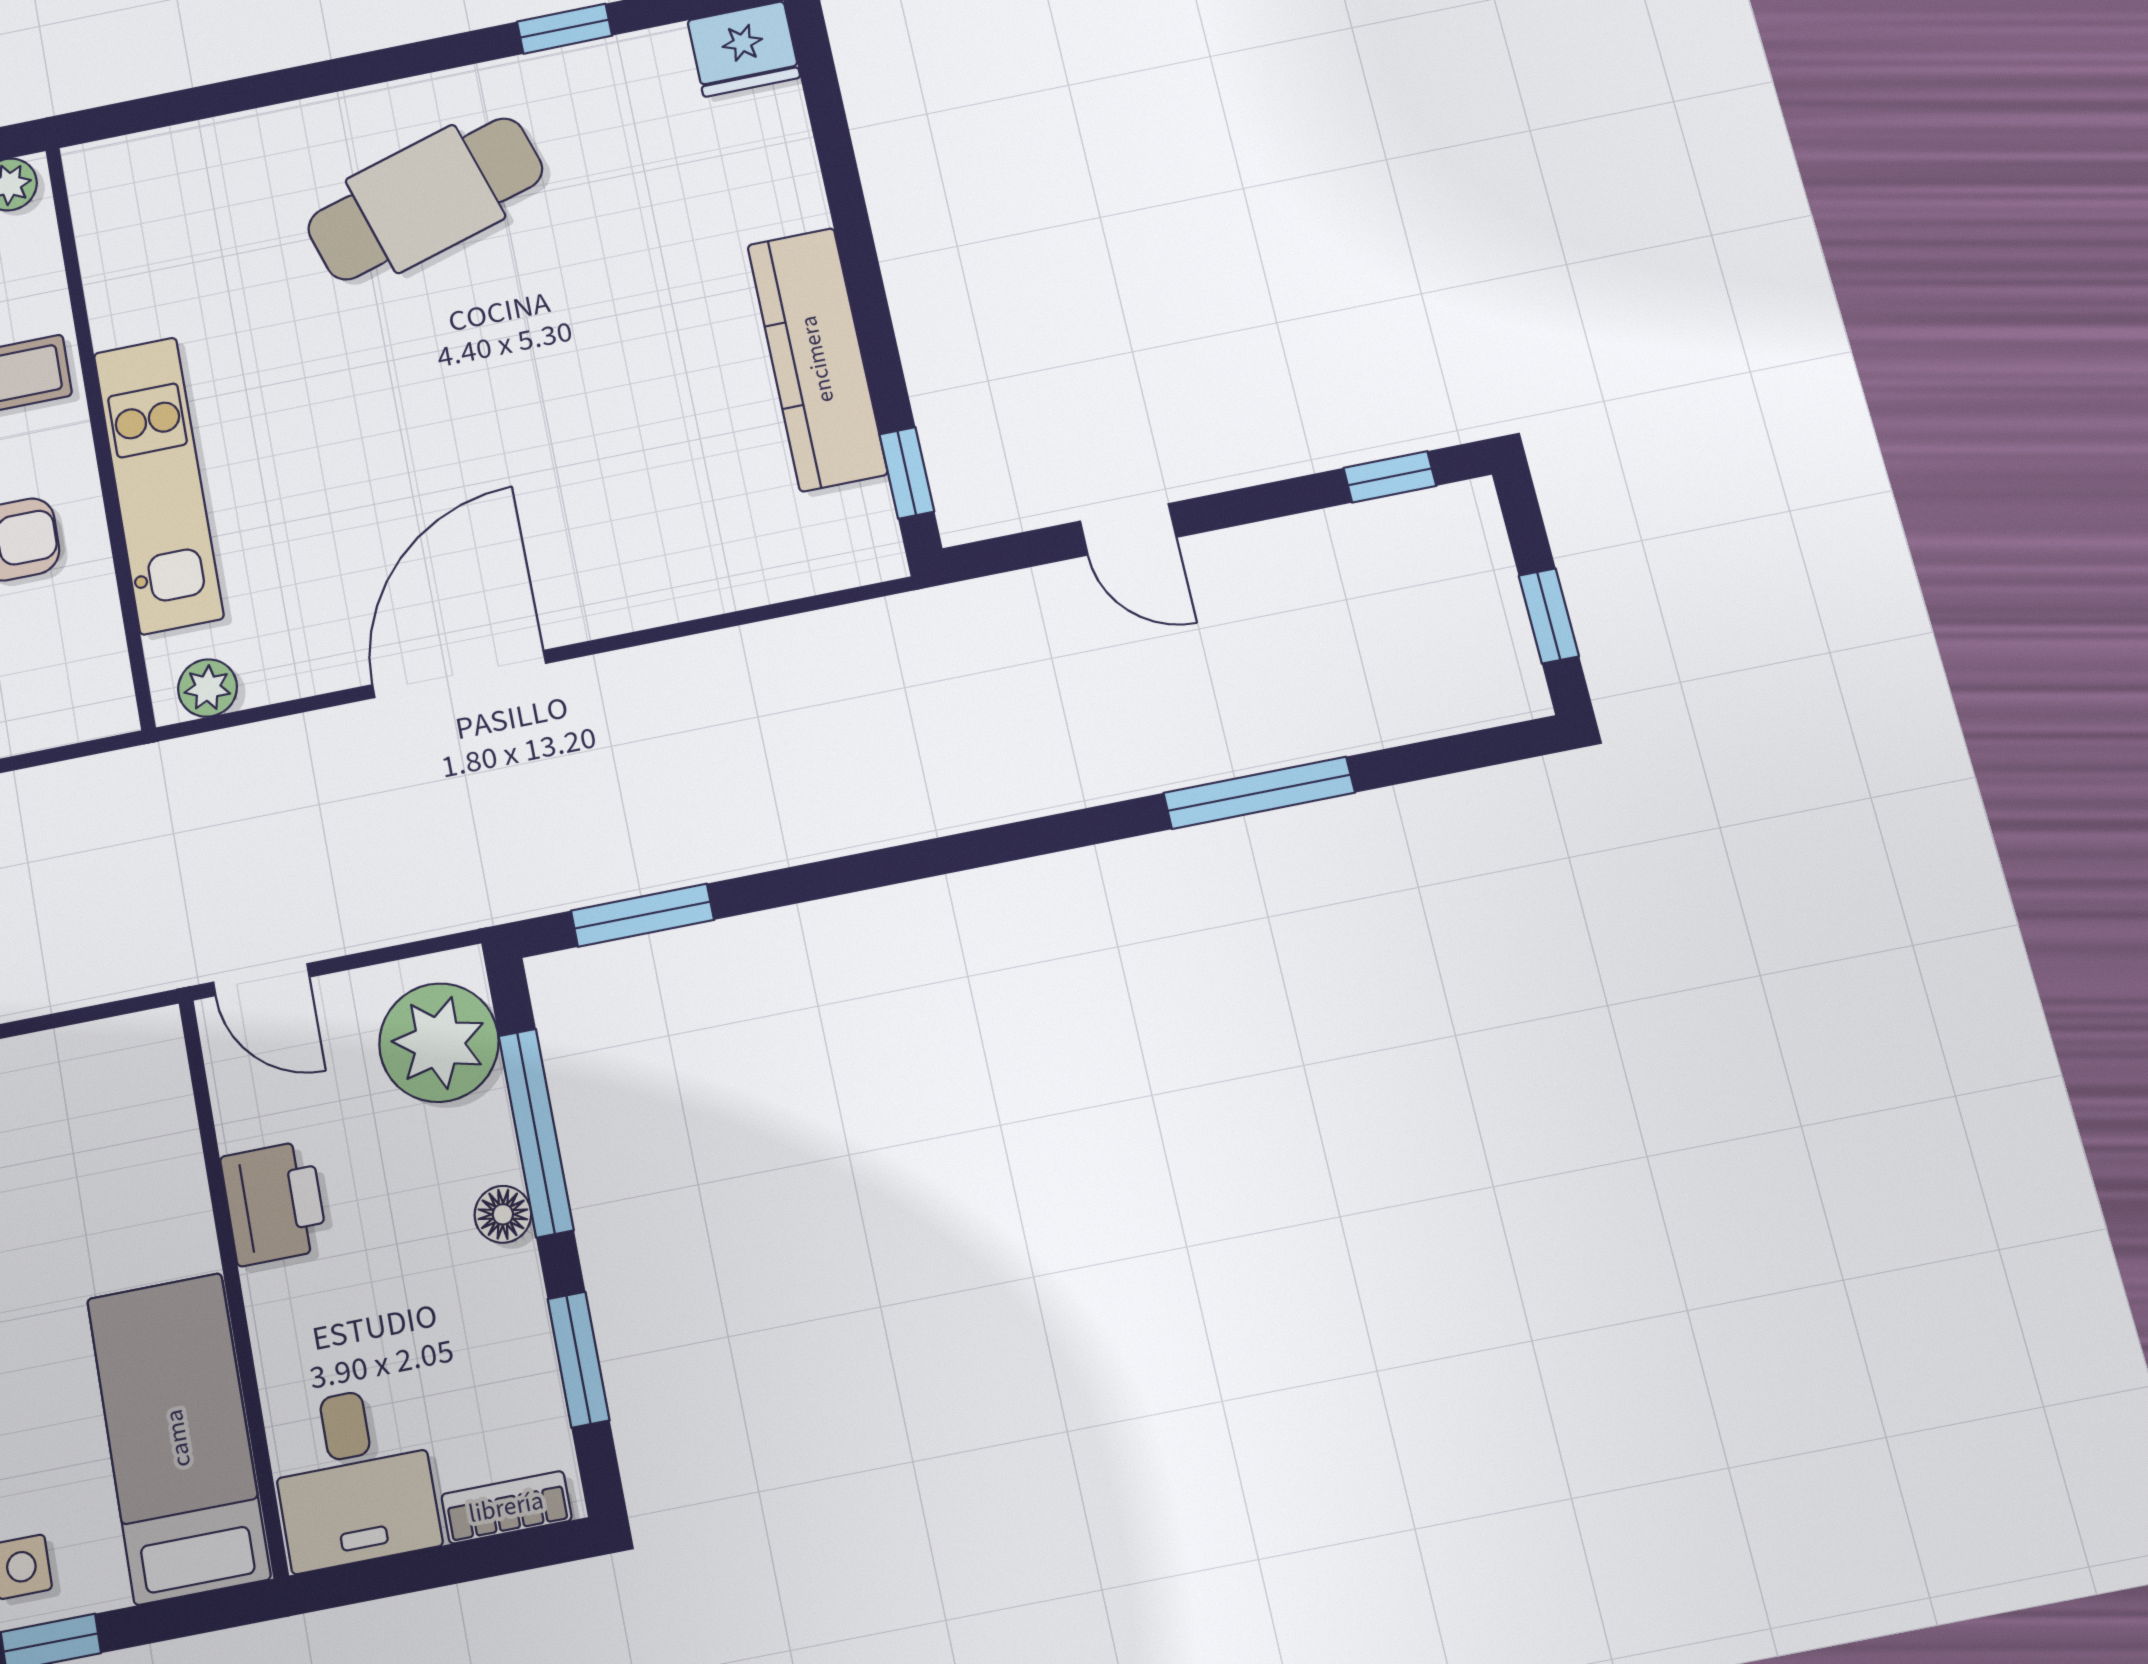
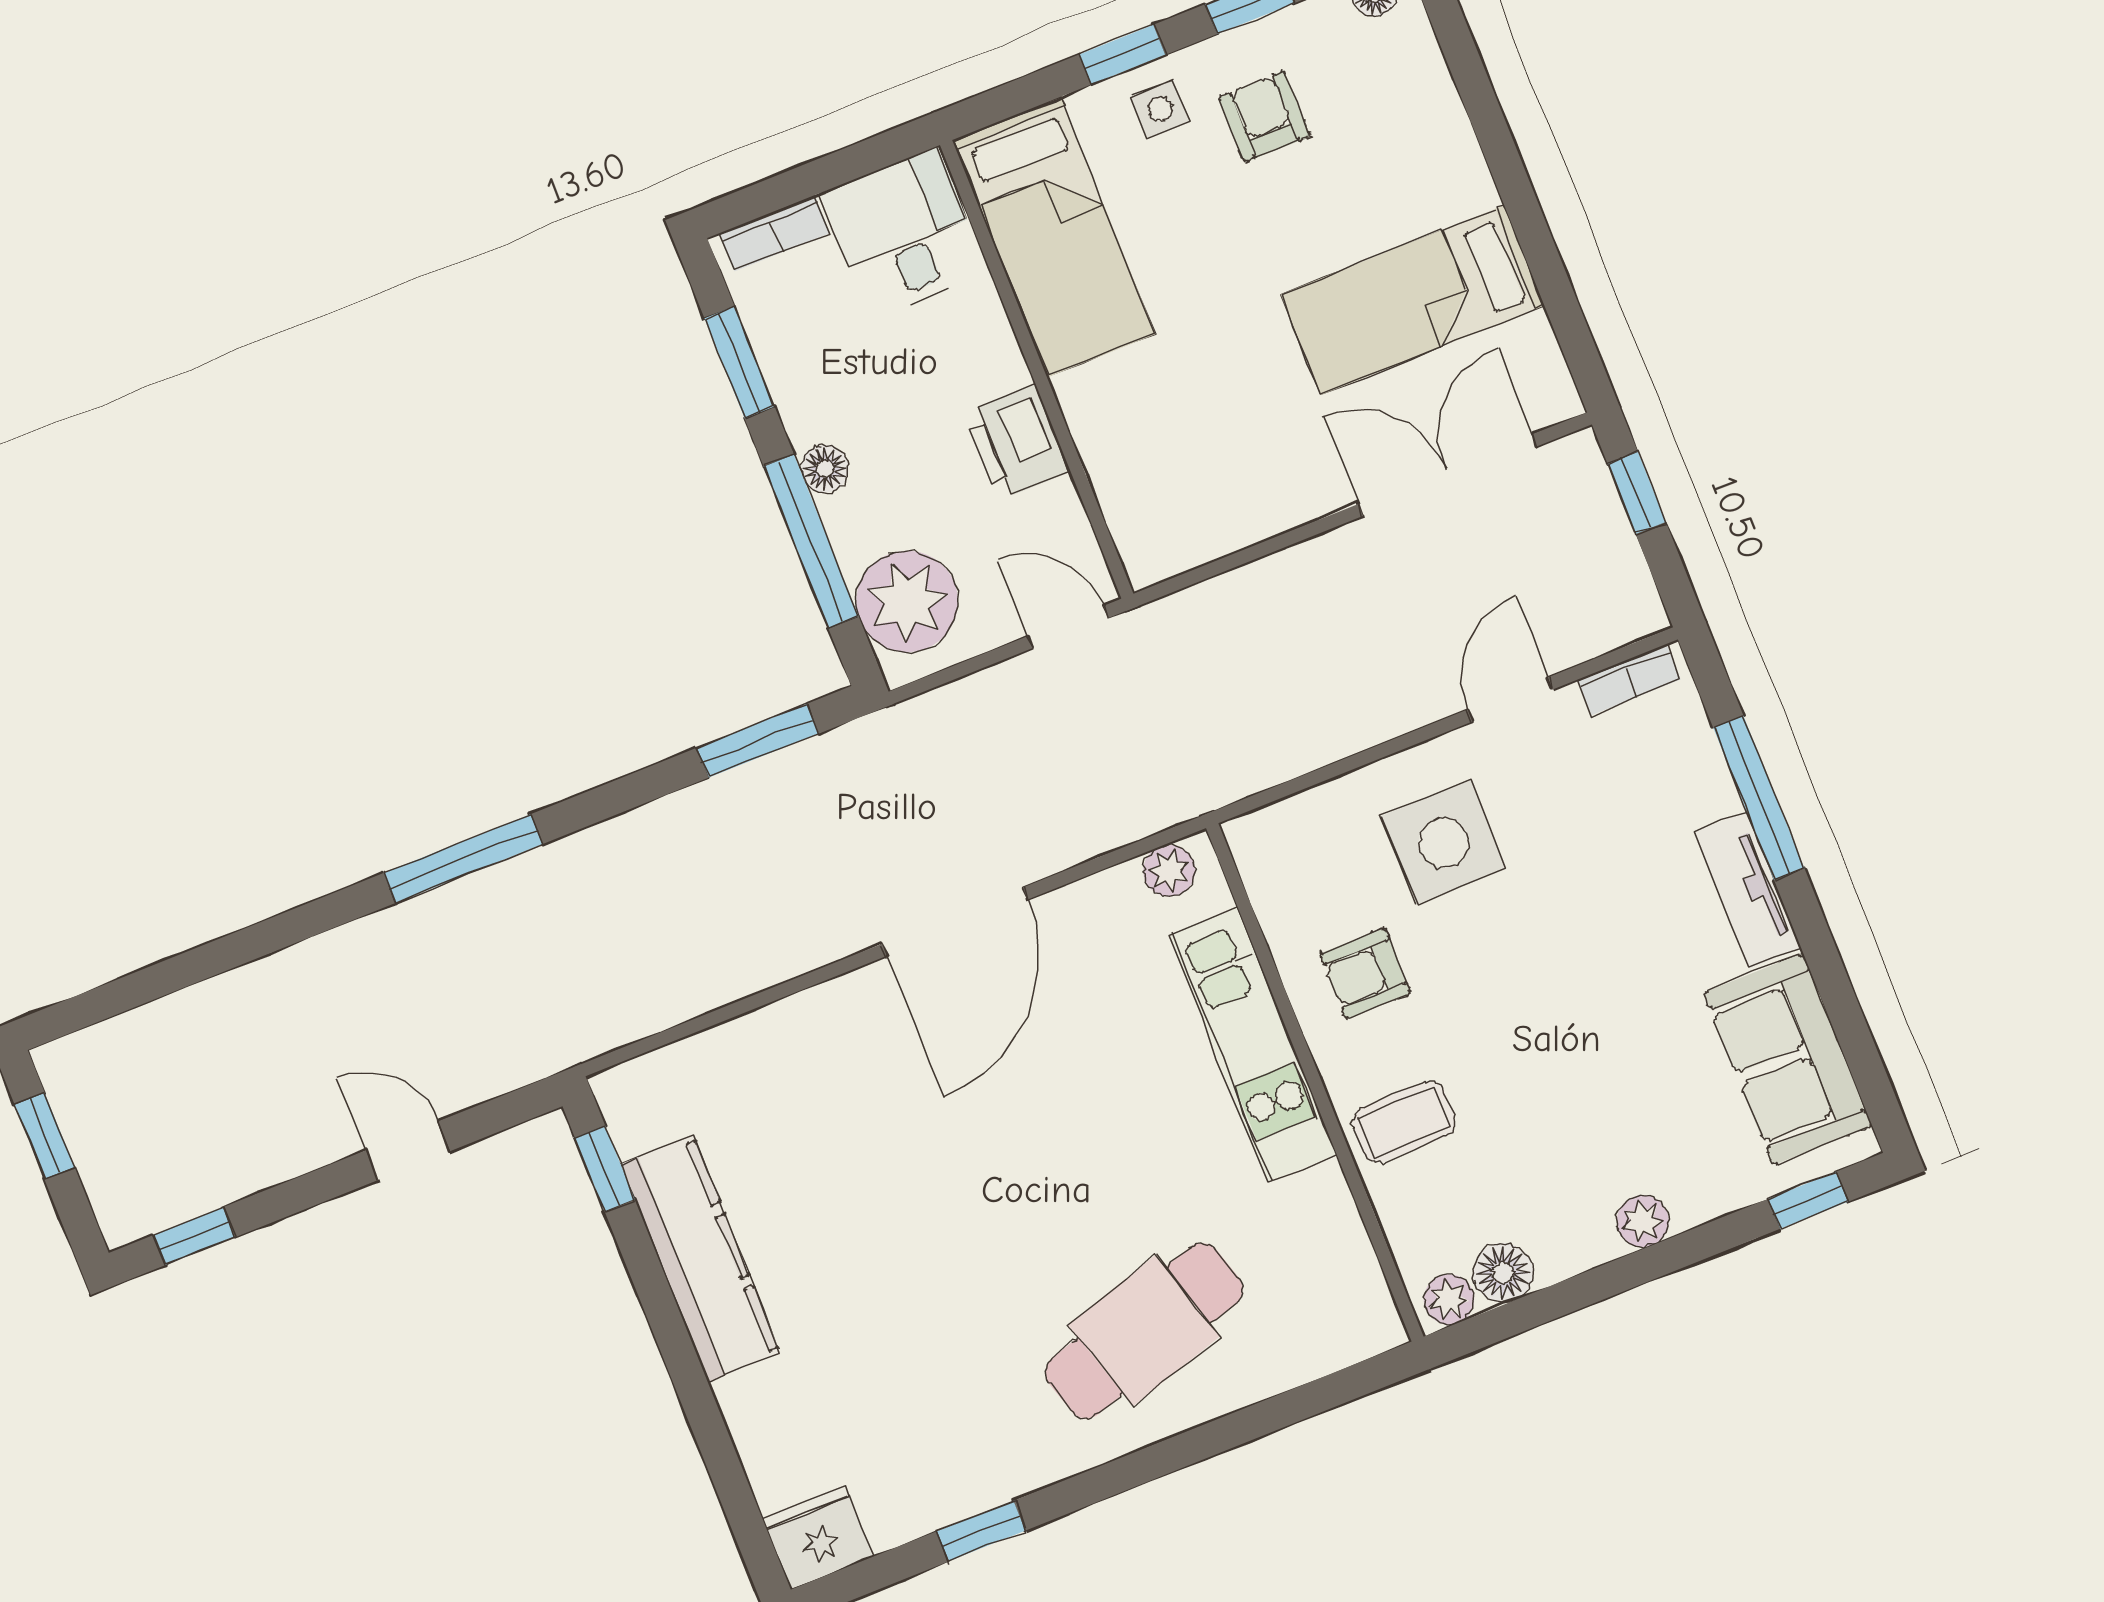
cafe table: (425, 199) -> (1144, 1331), moved
window: (1259, 793) -> (463, 859), moved

